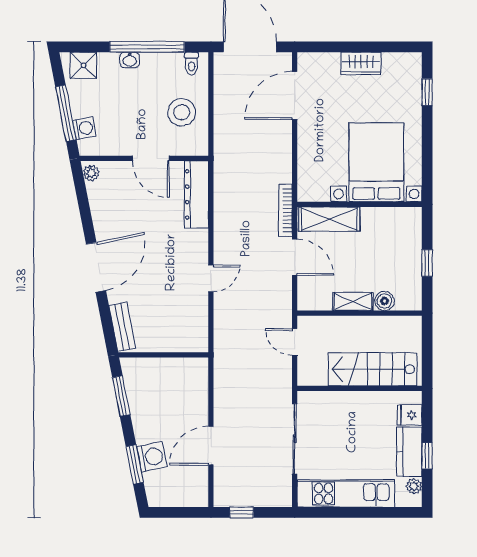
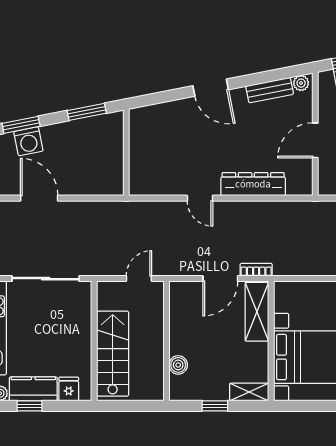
dresser: (196, 194) -> (253, 184), moved
bookcase: (285, 210) -> (256, 270), width x0.64
door: (96, 267) -> (211, 88), width x0.73
shelving: (353, 301) -> (249, 392), moved, turned 90
bench: (122, 327) -> (270, 90), moved

